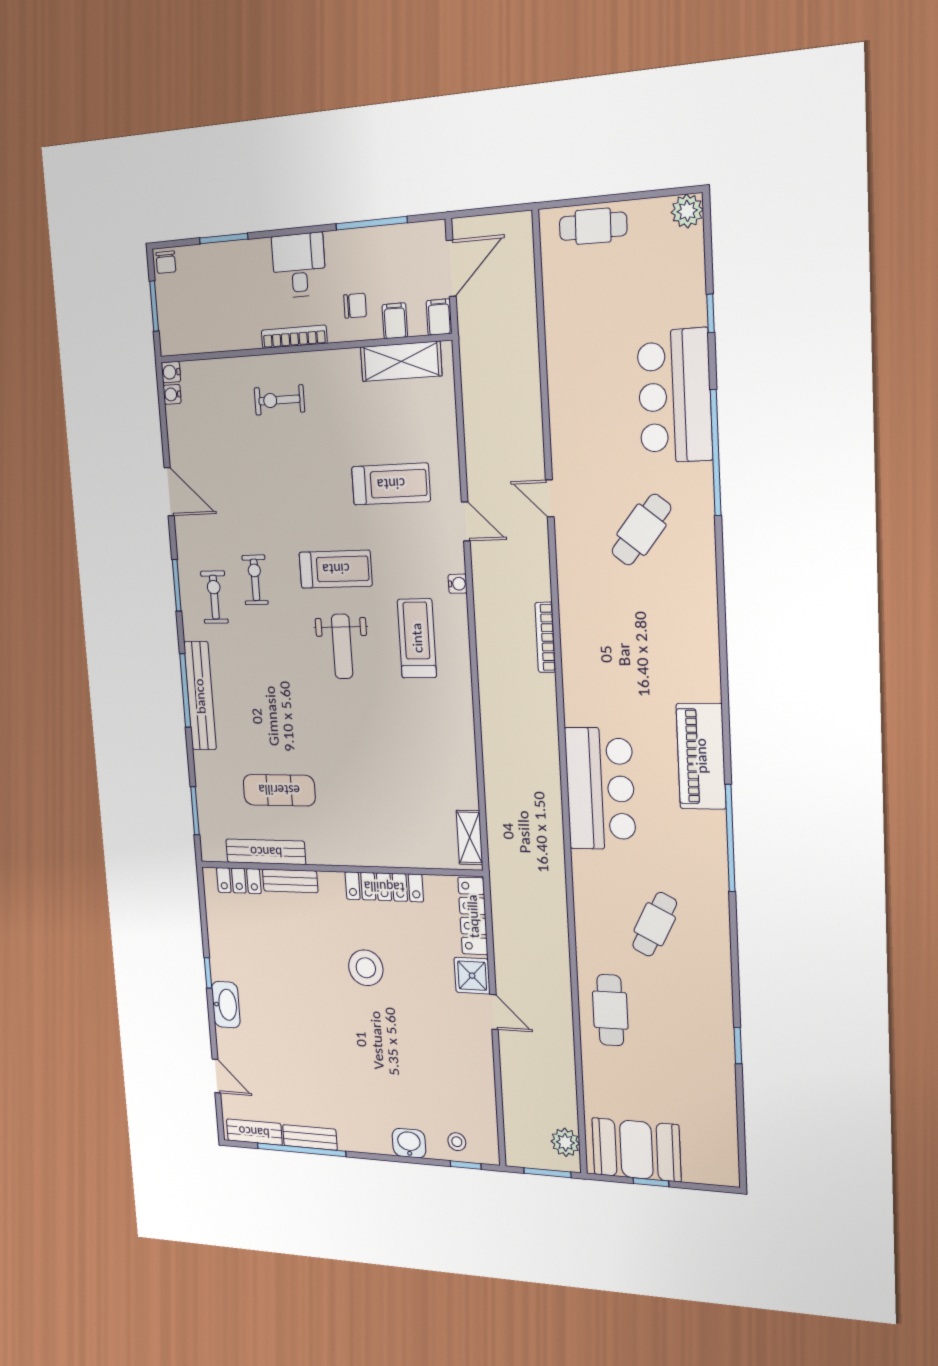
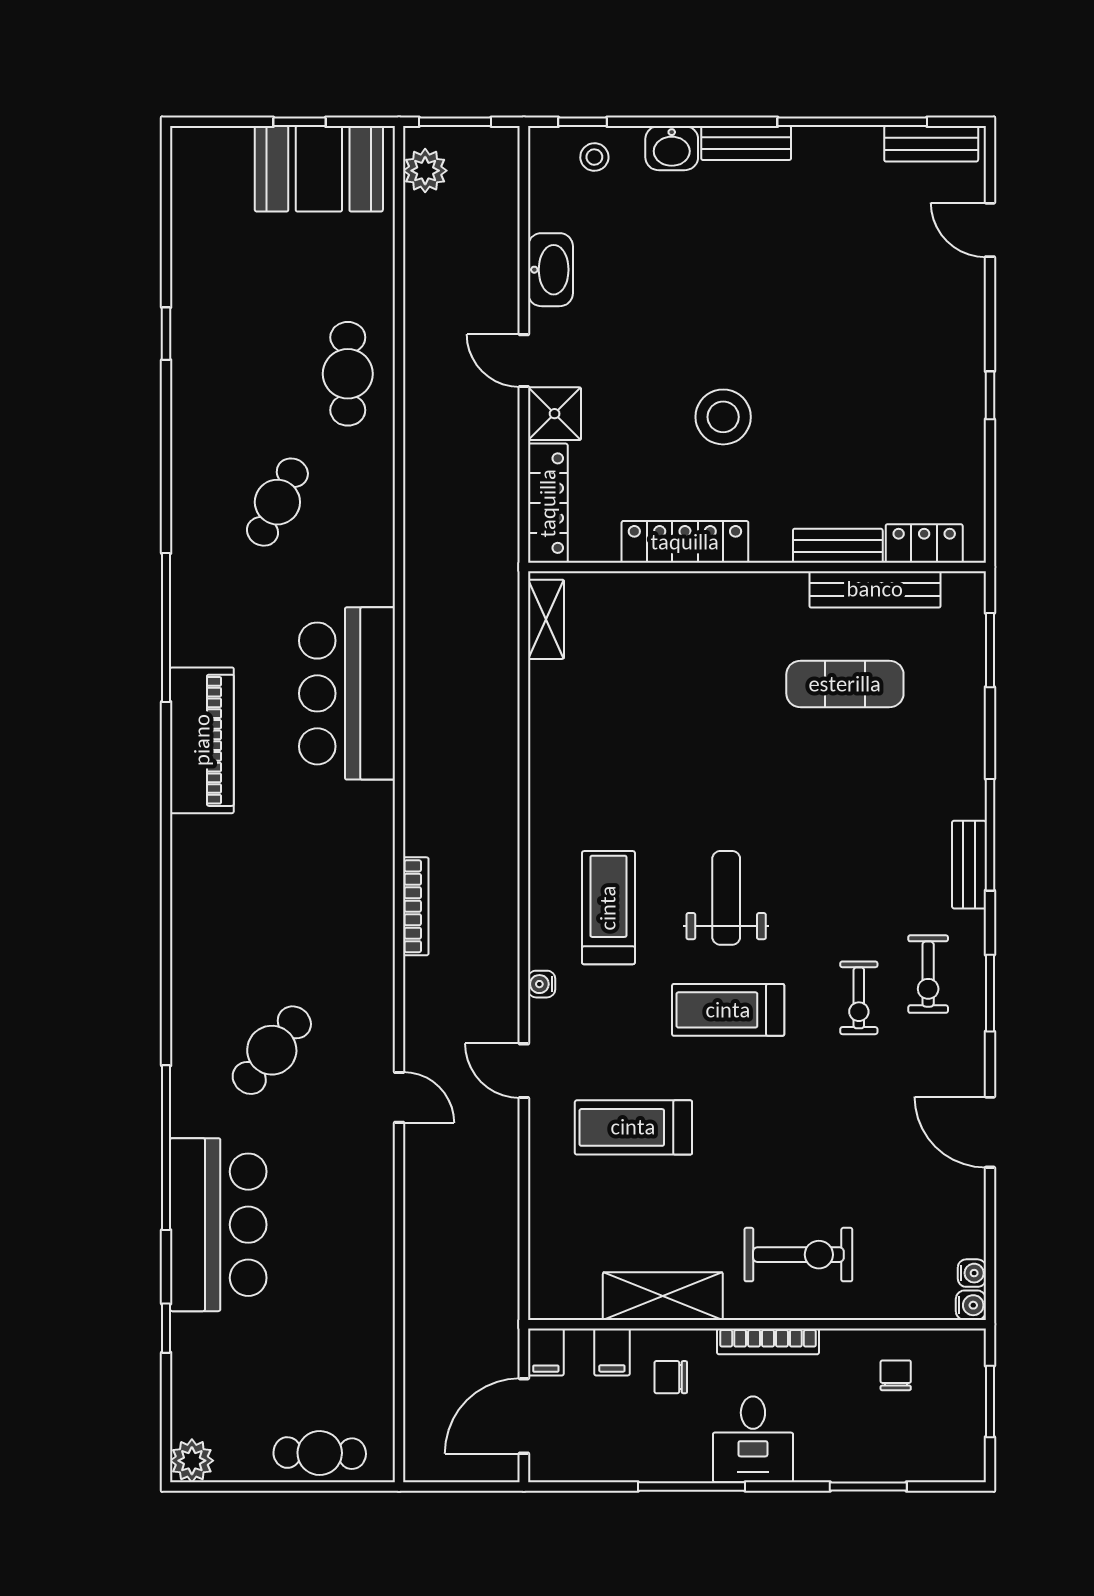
window: (371, 223) -> (692, 1486), moved
chair: (166, 262) -> (896, 1375), moved
shelving: (401, 361) -> (663, 1296), moved
exercise bike: (279, 400) -> (798, 1255), width x1.38, depth x1.39
treadmill: (417, 638) -> (608, 908), turned 180
bench: (200, 696) -> (969, 865), width x0.54, depth x0.82
washbasin: (226, 1005) -> (550, 270), moved, turned 180
bench: (310, 1137) -> (746, 143), moved

